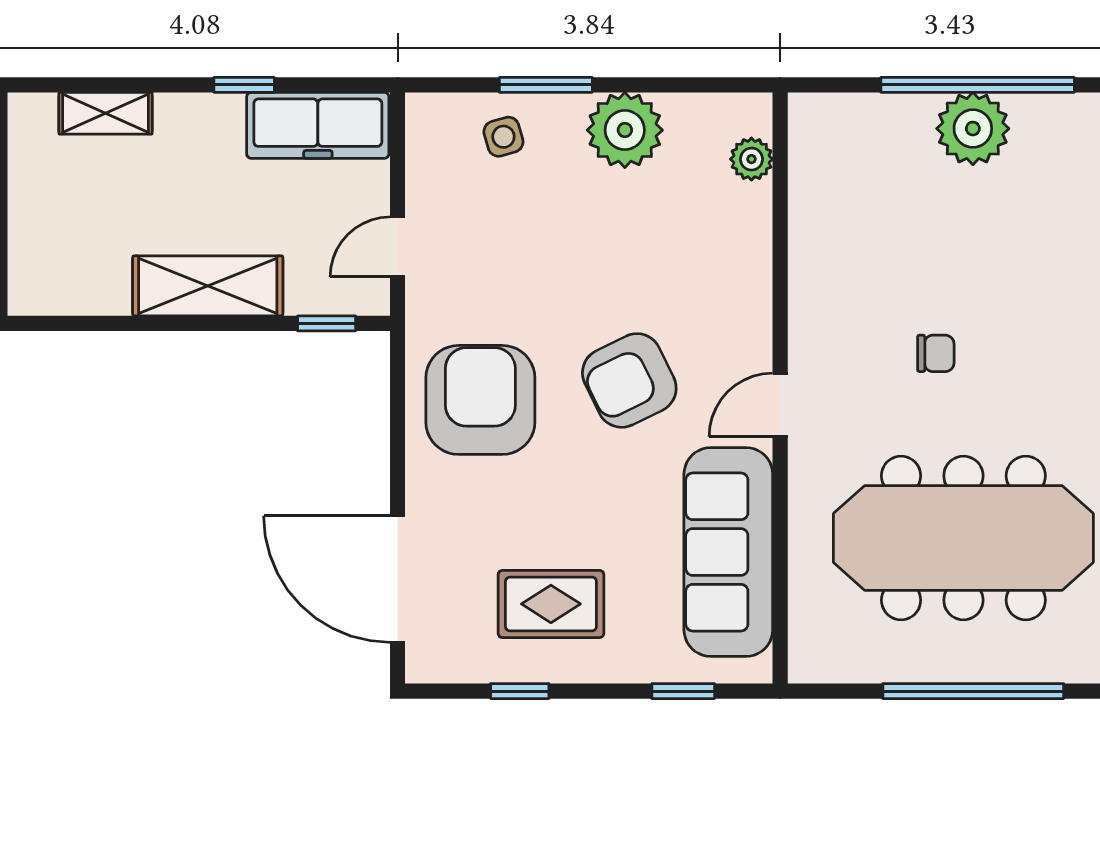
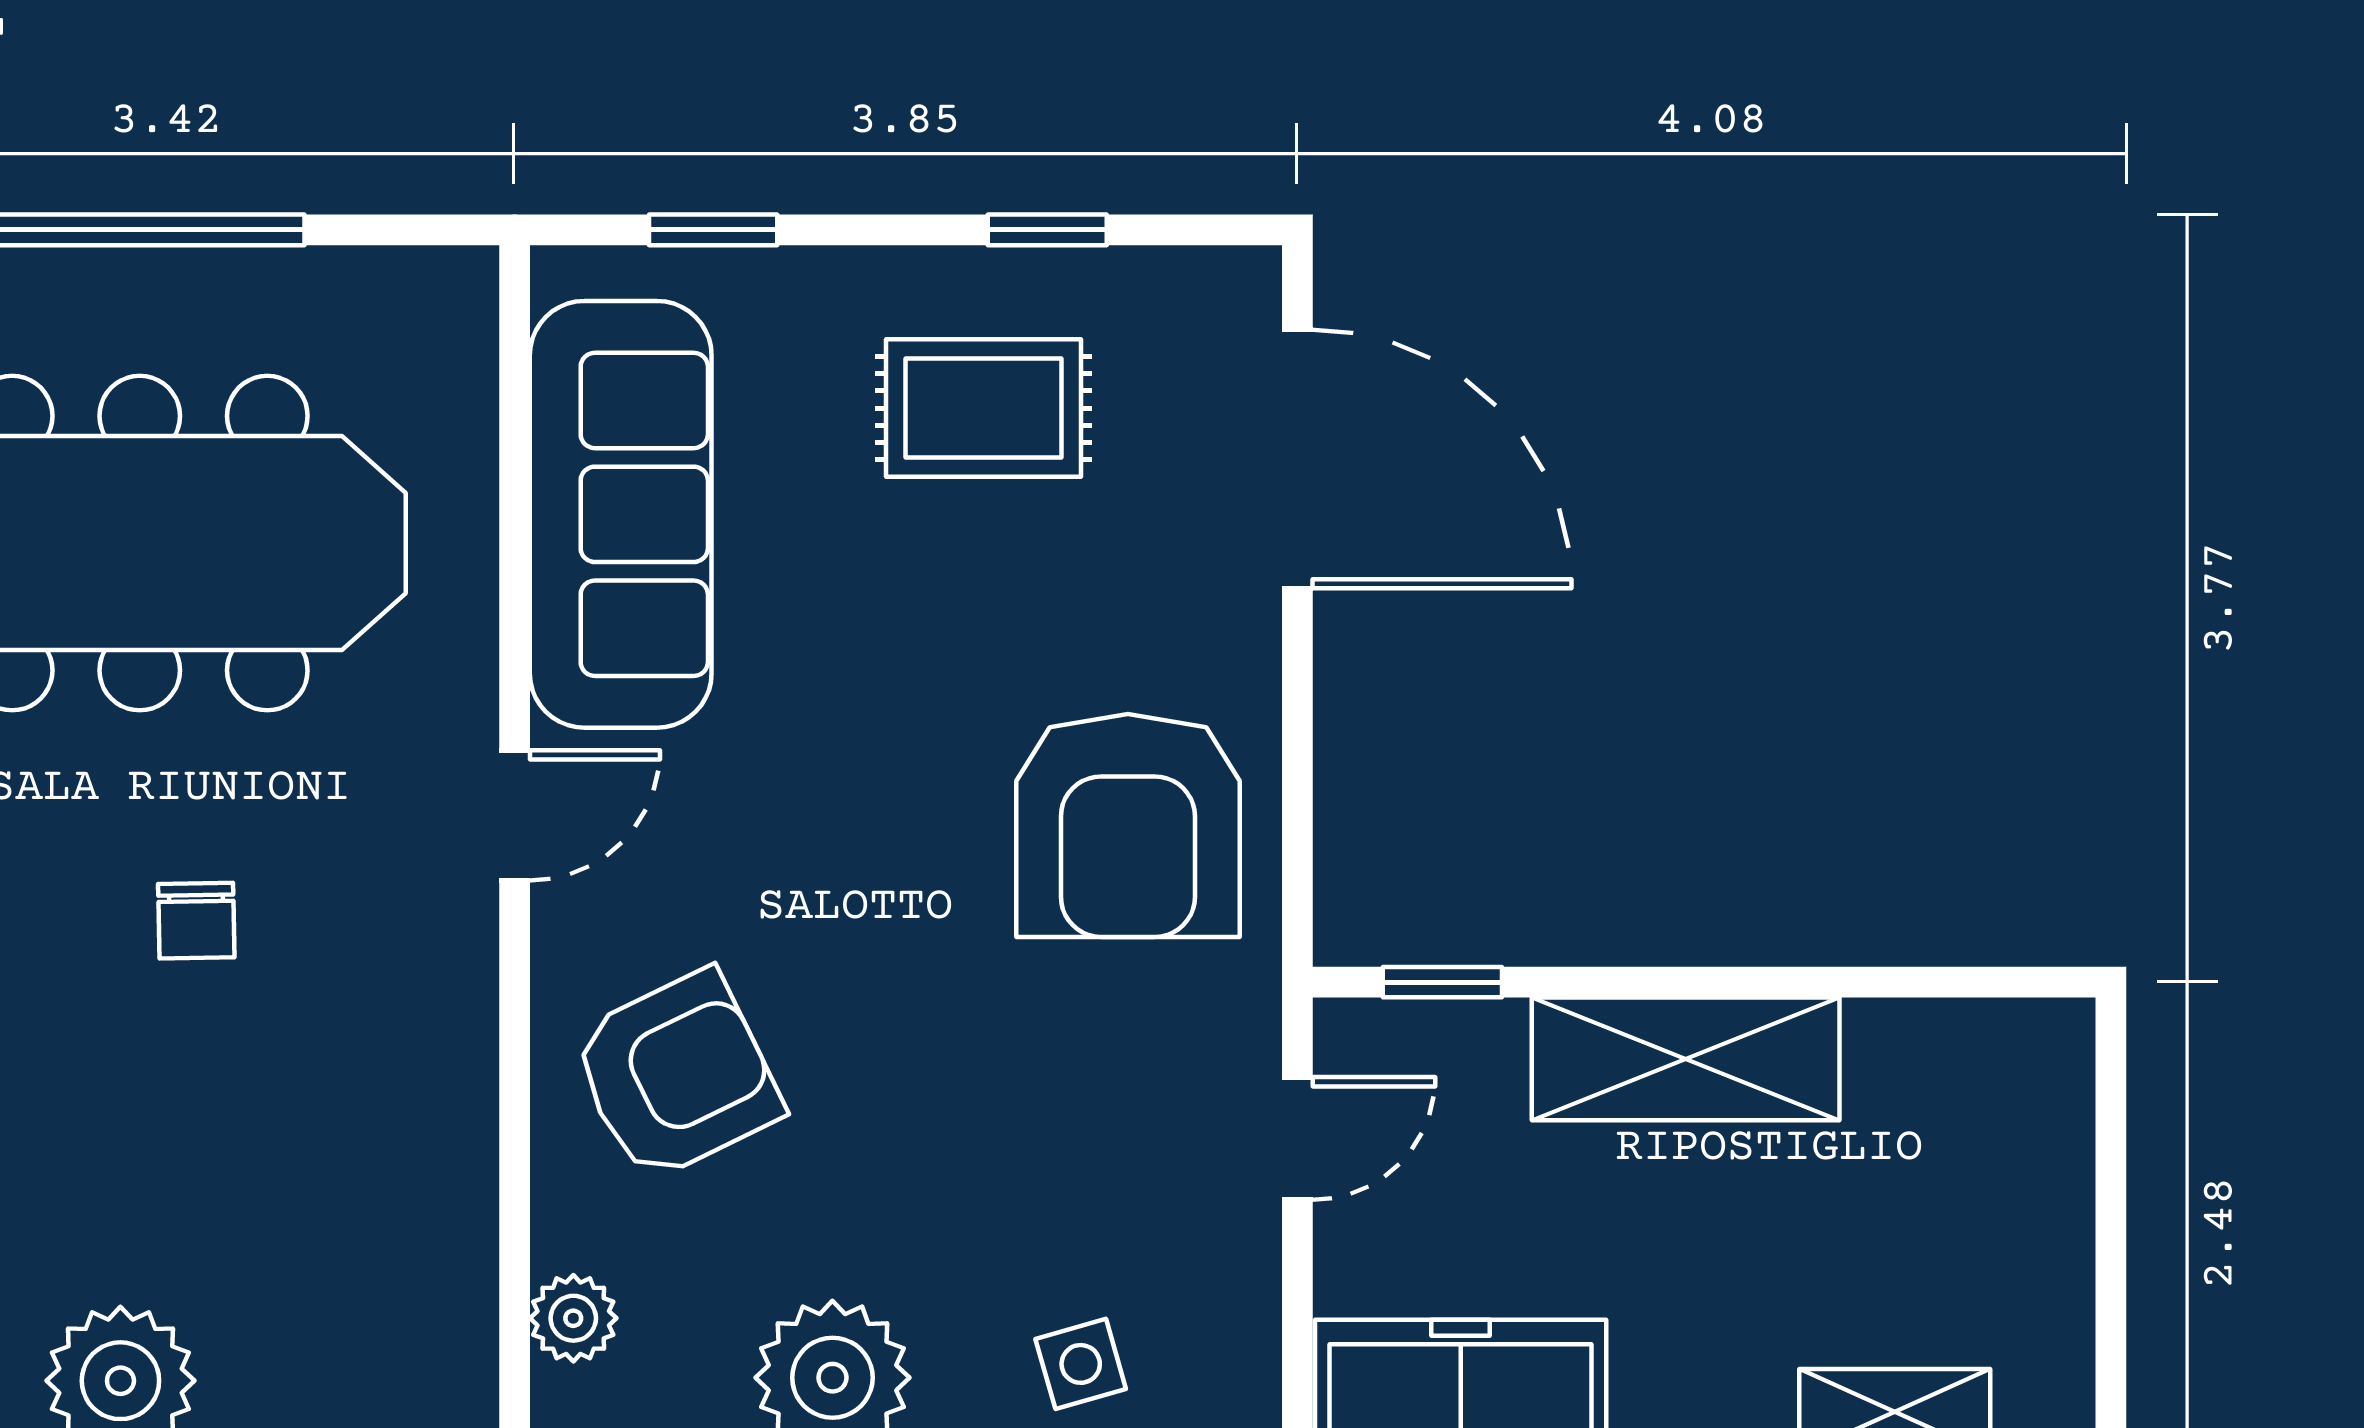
chair: (936, 353) -> (196, 921), turned -91
armchair: (629, 380) -> (676, 1076), moved

